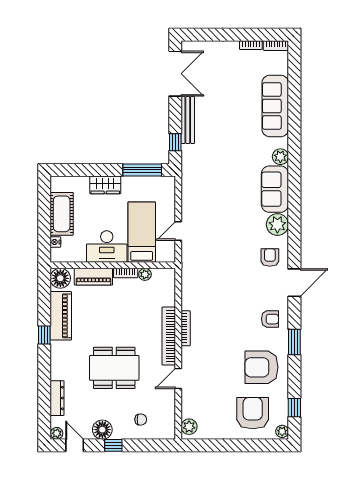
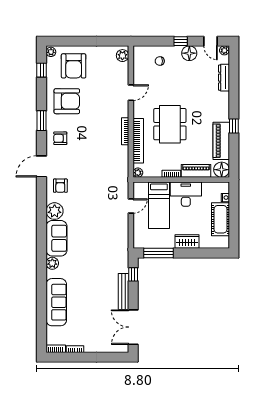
plant: (145, 274) -> (138, 173), moved
bookcase: (169, 336) -> (138, 141), moved
dining table: (114, 368) -> (170, 124), moved, turned 90

